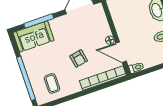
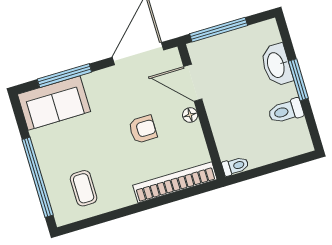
door: (121, 52) -> (193, 83), moved
armchair: (79, 58) -> (143, 129), moved, turned -79

